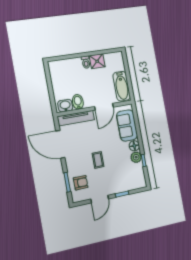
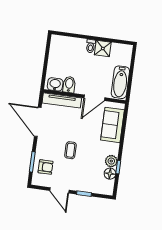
floor lamp: (134, 146) -> (110, 174), moved
door: (100, 199) -> (59, 190), hinge flipped

